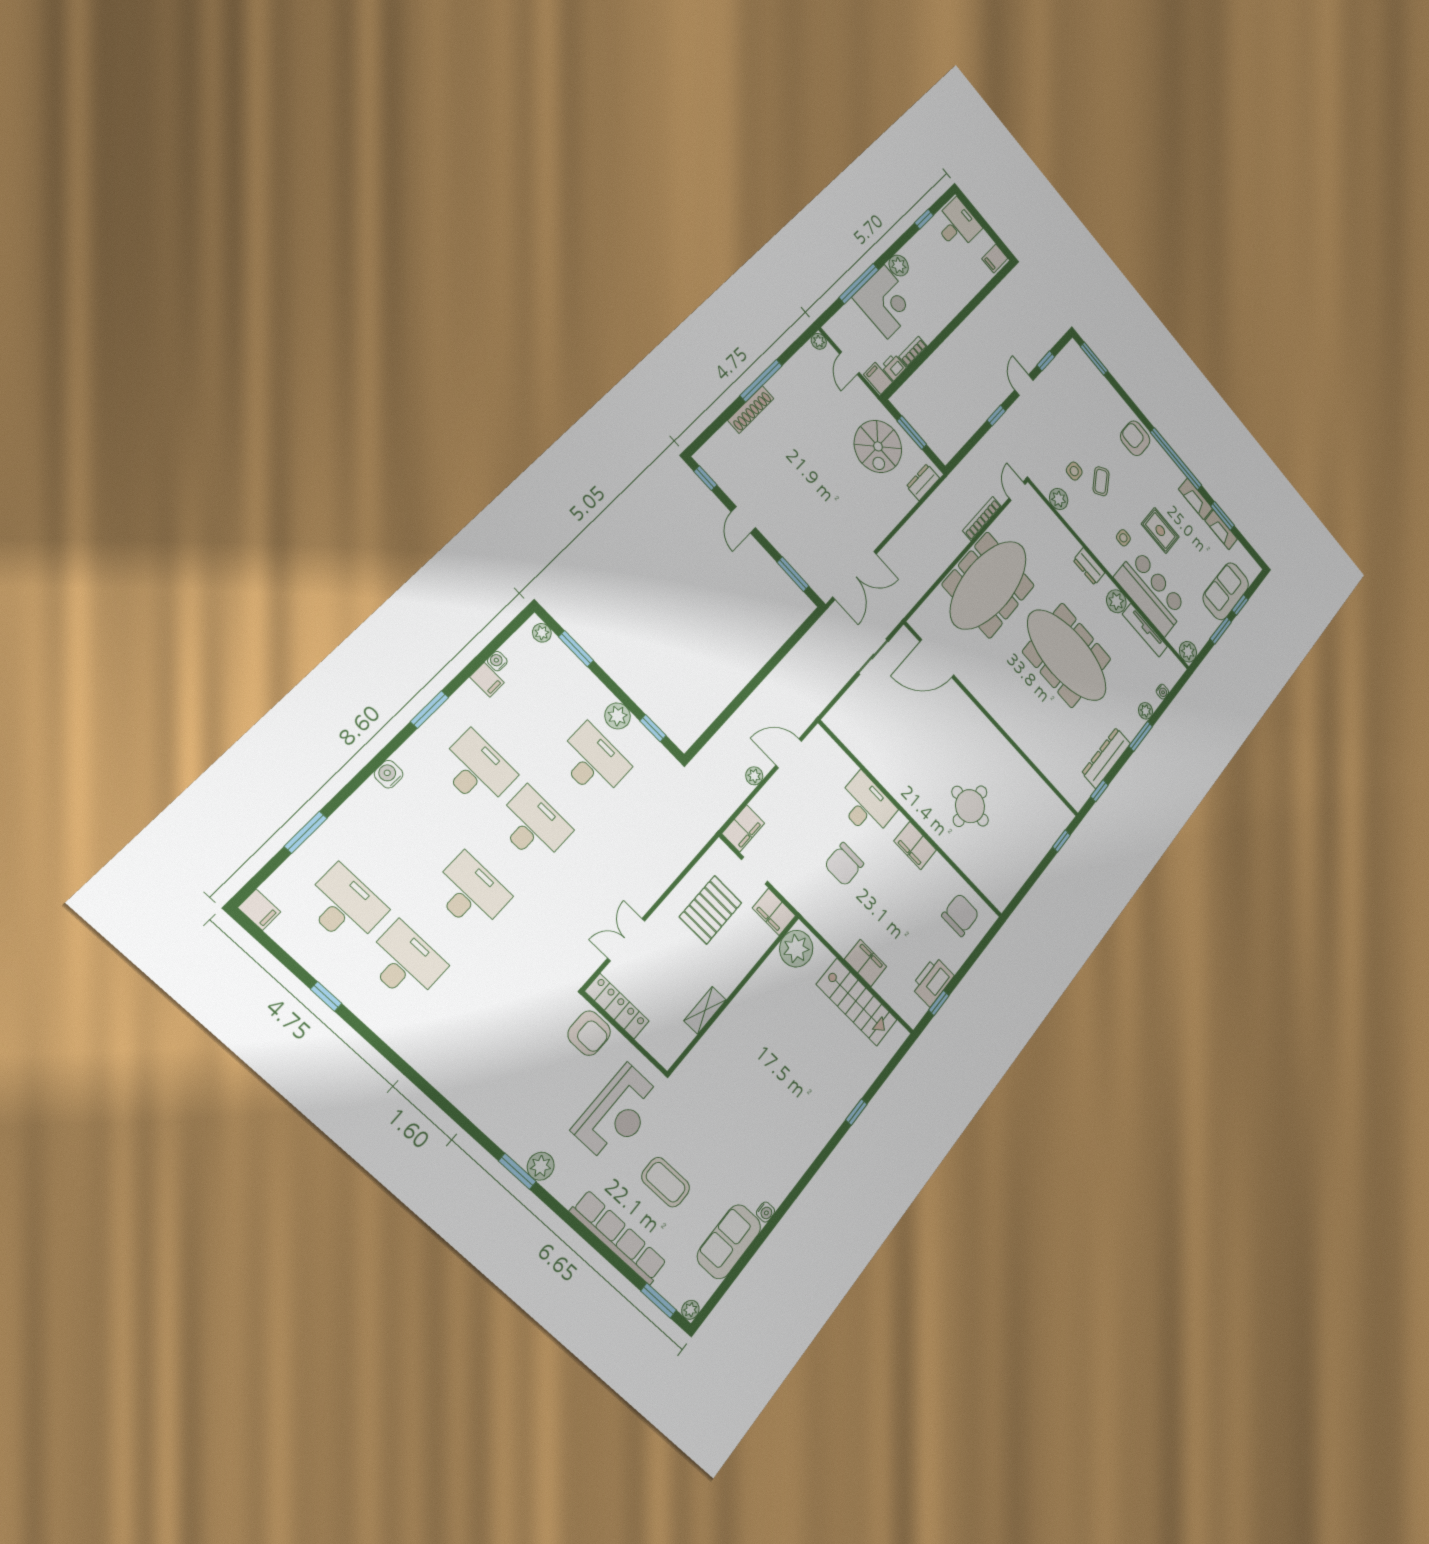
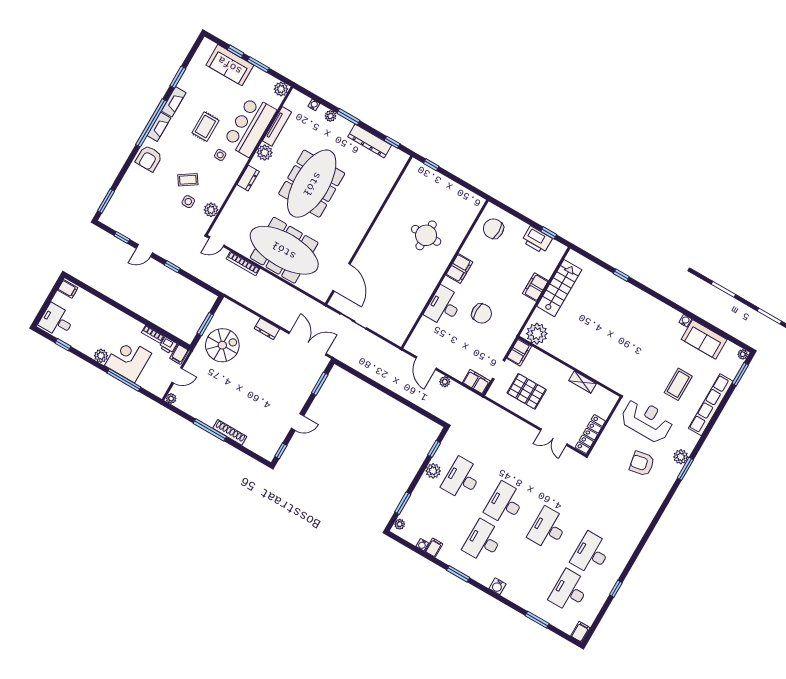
dresser: (923, 482) -> (267, 329), moved
fireplace: (1221, 530) -> (159, 127), moved
armchair: (589, 1033) -> (642, 464), moved, turned -101

